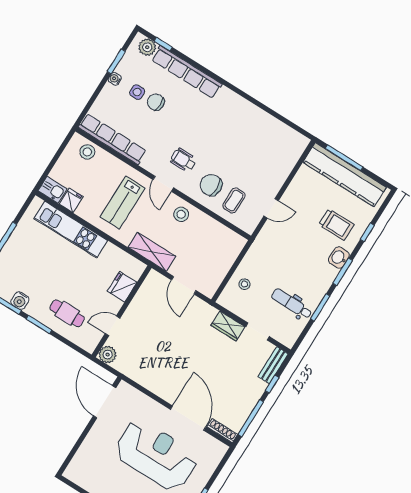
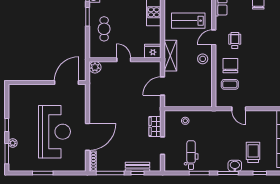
trolley: (336, 225) -> (253, 152), turned 180
fridge: (122, 287) -> (153, 51), moved
door: (113, 326) -> (124, 60), moved
bench: (273, 365) -> (138, 167), moved

